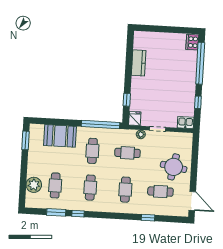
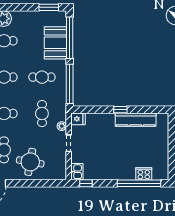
cooker: (192, 42) -> (144, 174), moved
kitchen counter: (139, 63) -> (136, 120), width x1.50
window: (127, 100) -> (120, 110), moved
window: (198, 102) -> (86, 183), moved
window: (56, 122) -> (70, 38), added

